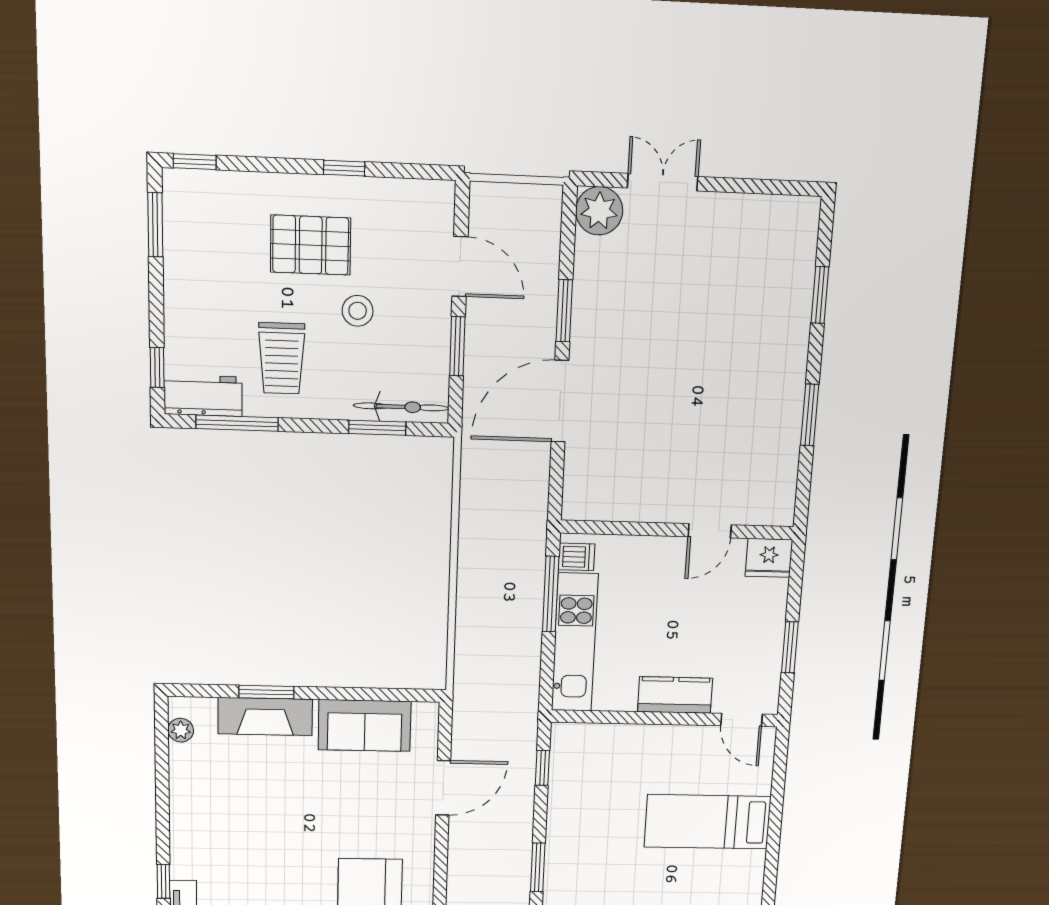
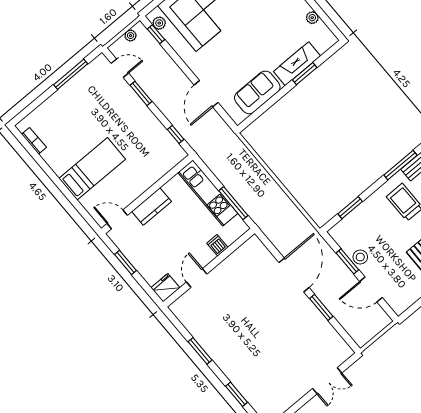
plant: (599, 211) -> (340, 352), removed
stool: (358, 311) -> (360, 257), moved
bicycle: (401, 407) -> (348, 223), removed
dishwasher: (576, 557) -> (217, 245), moved, turned 90
plant: (181, 730) -> (312, 18), moved

